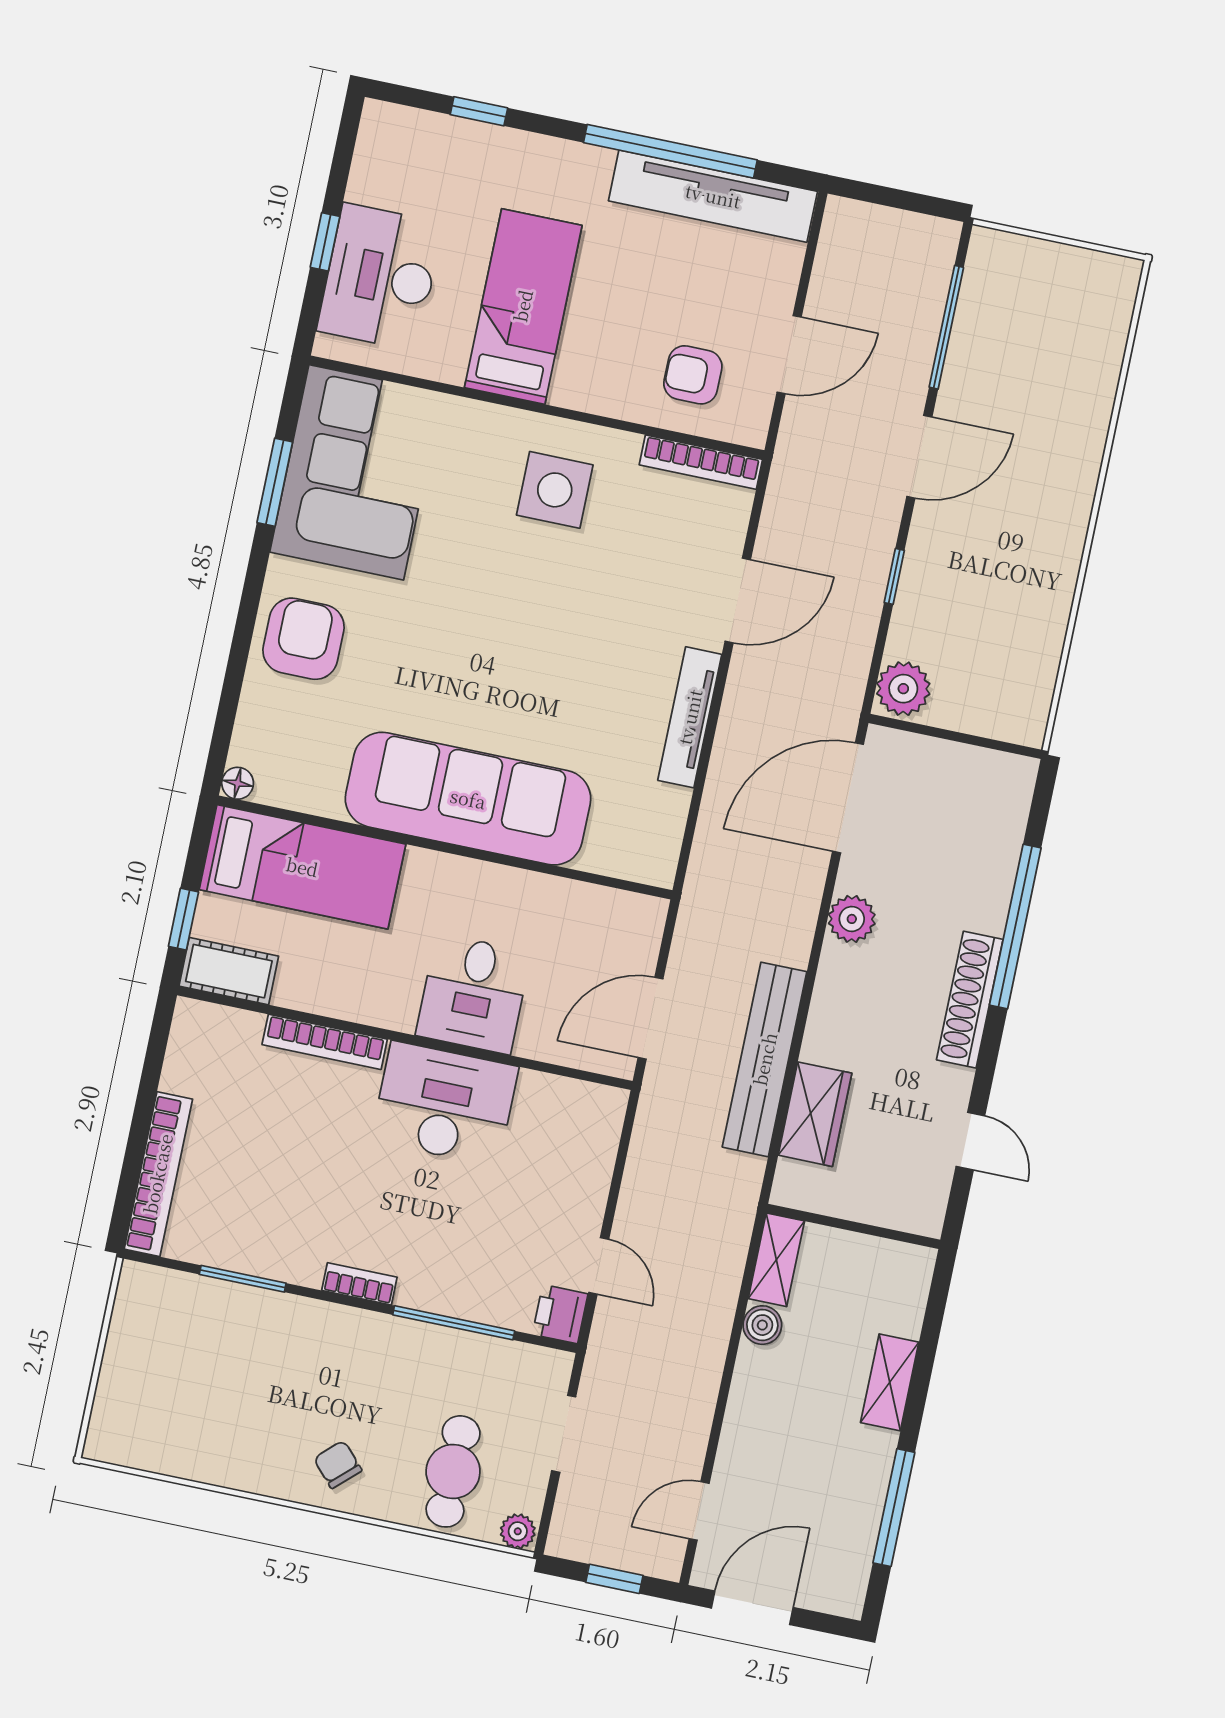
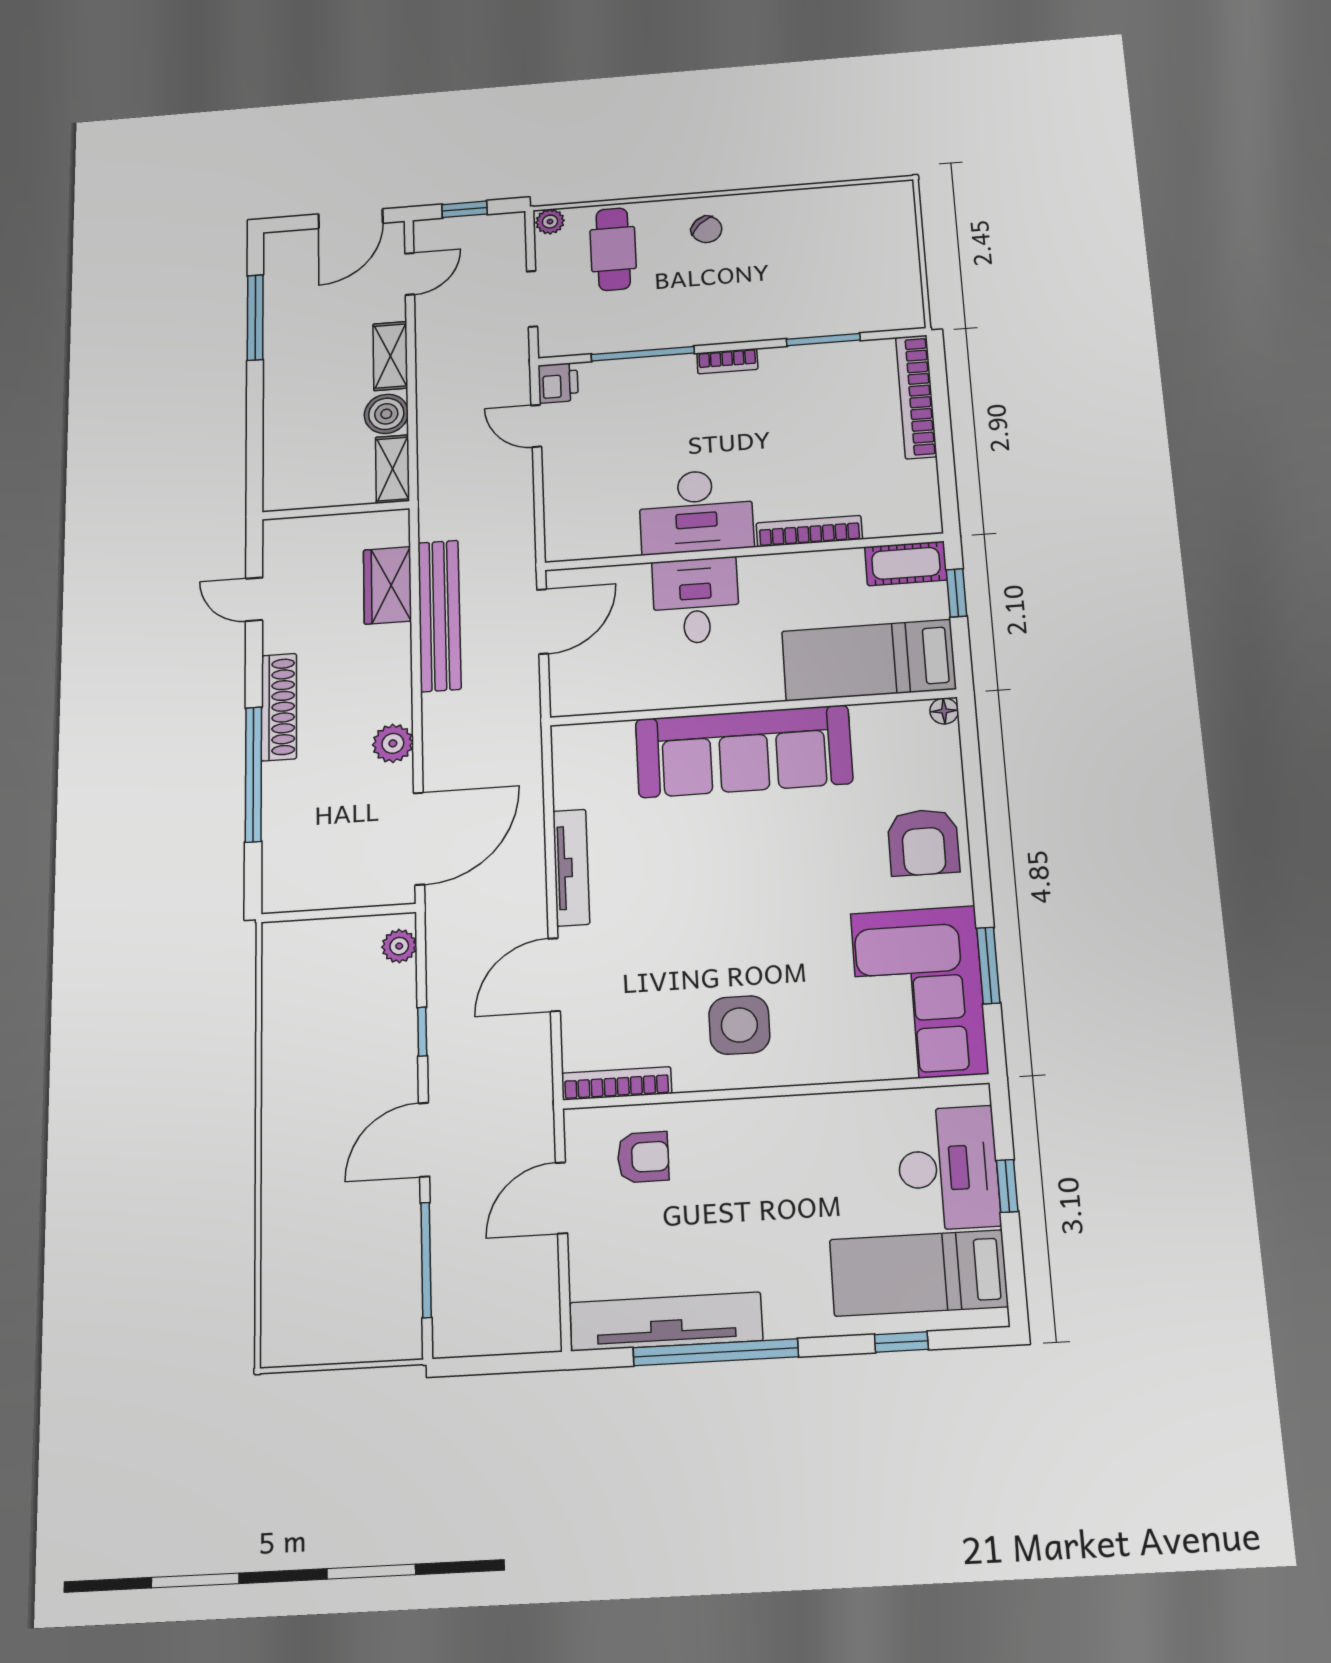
bed: (523, 306) -> (919, 1273), moved, turned 90
plant: (903, 689) -> (399, 946), width x0.73, depth x0.73
boiler: (762, 1325) -> (386, 414), width x1.36, depth x1.36
shelving: (890, 1382) -> (390, 356), moved

